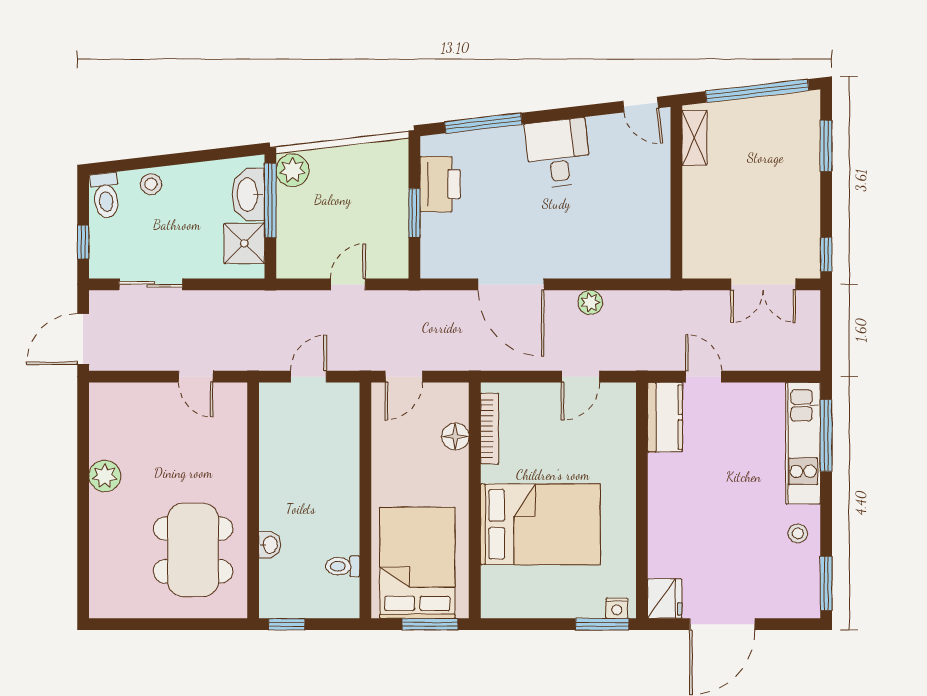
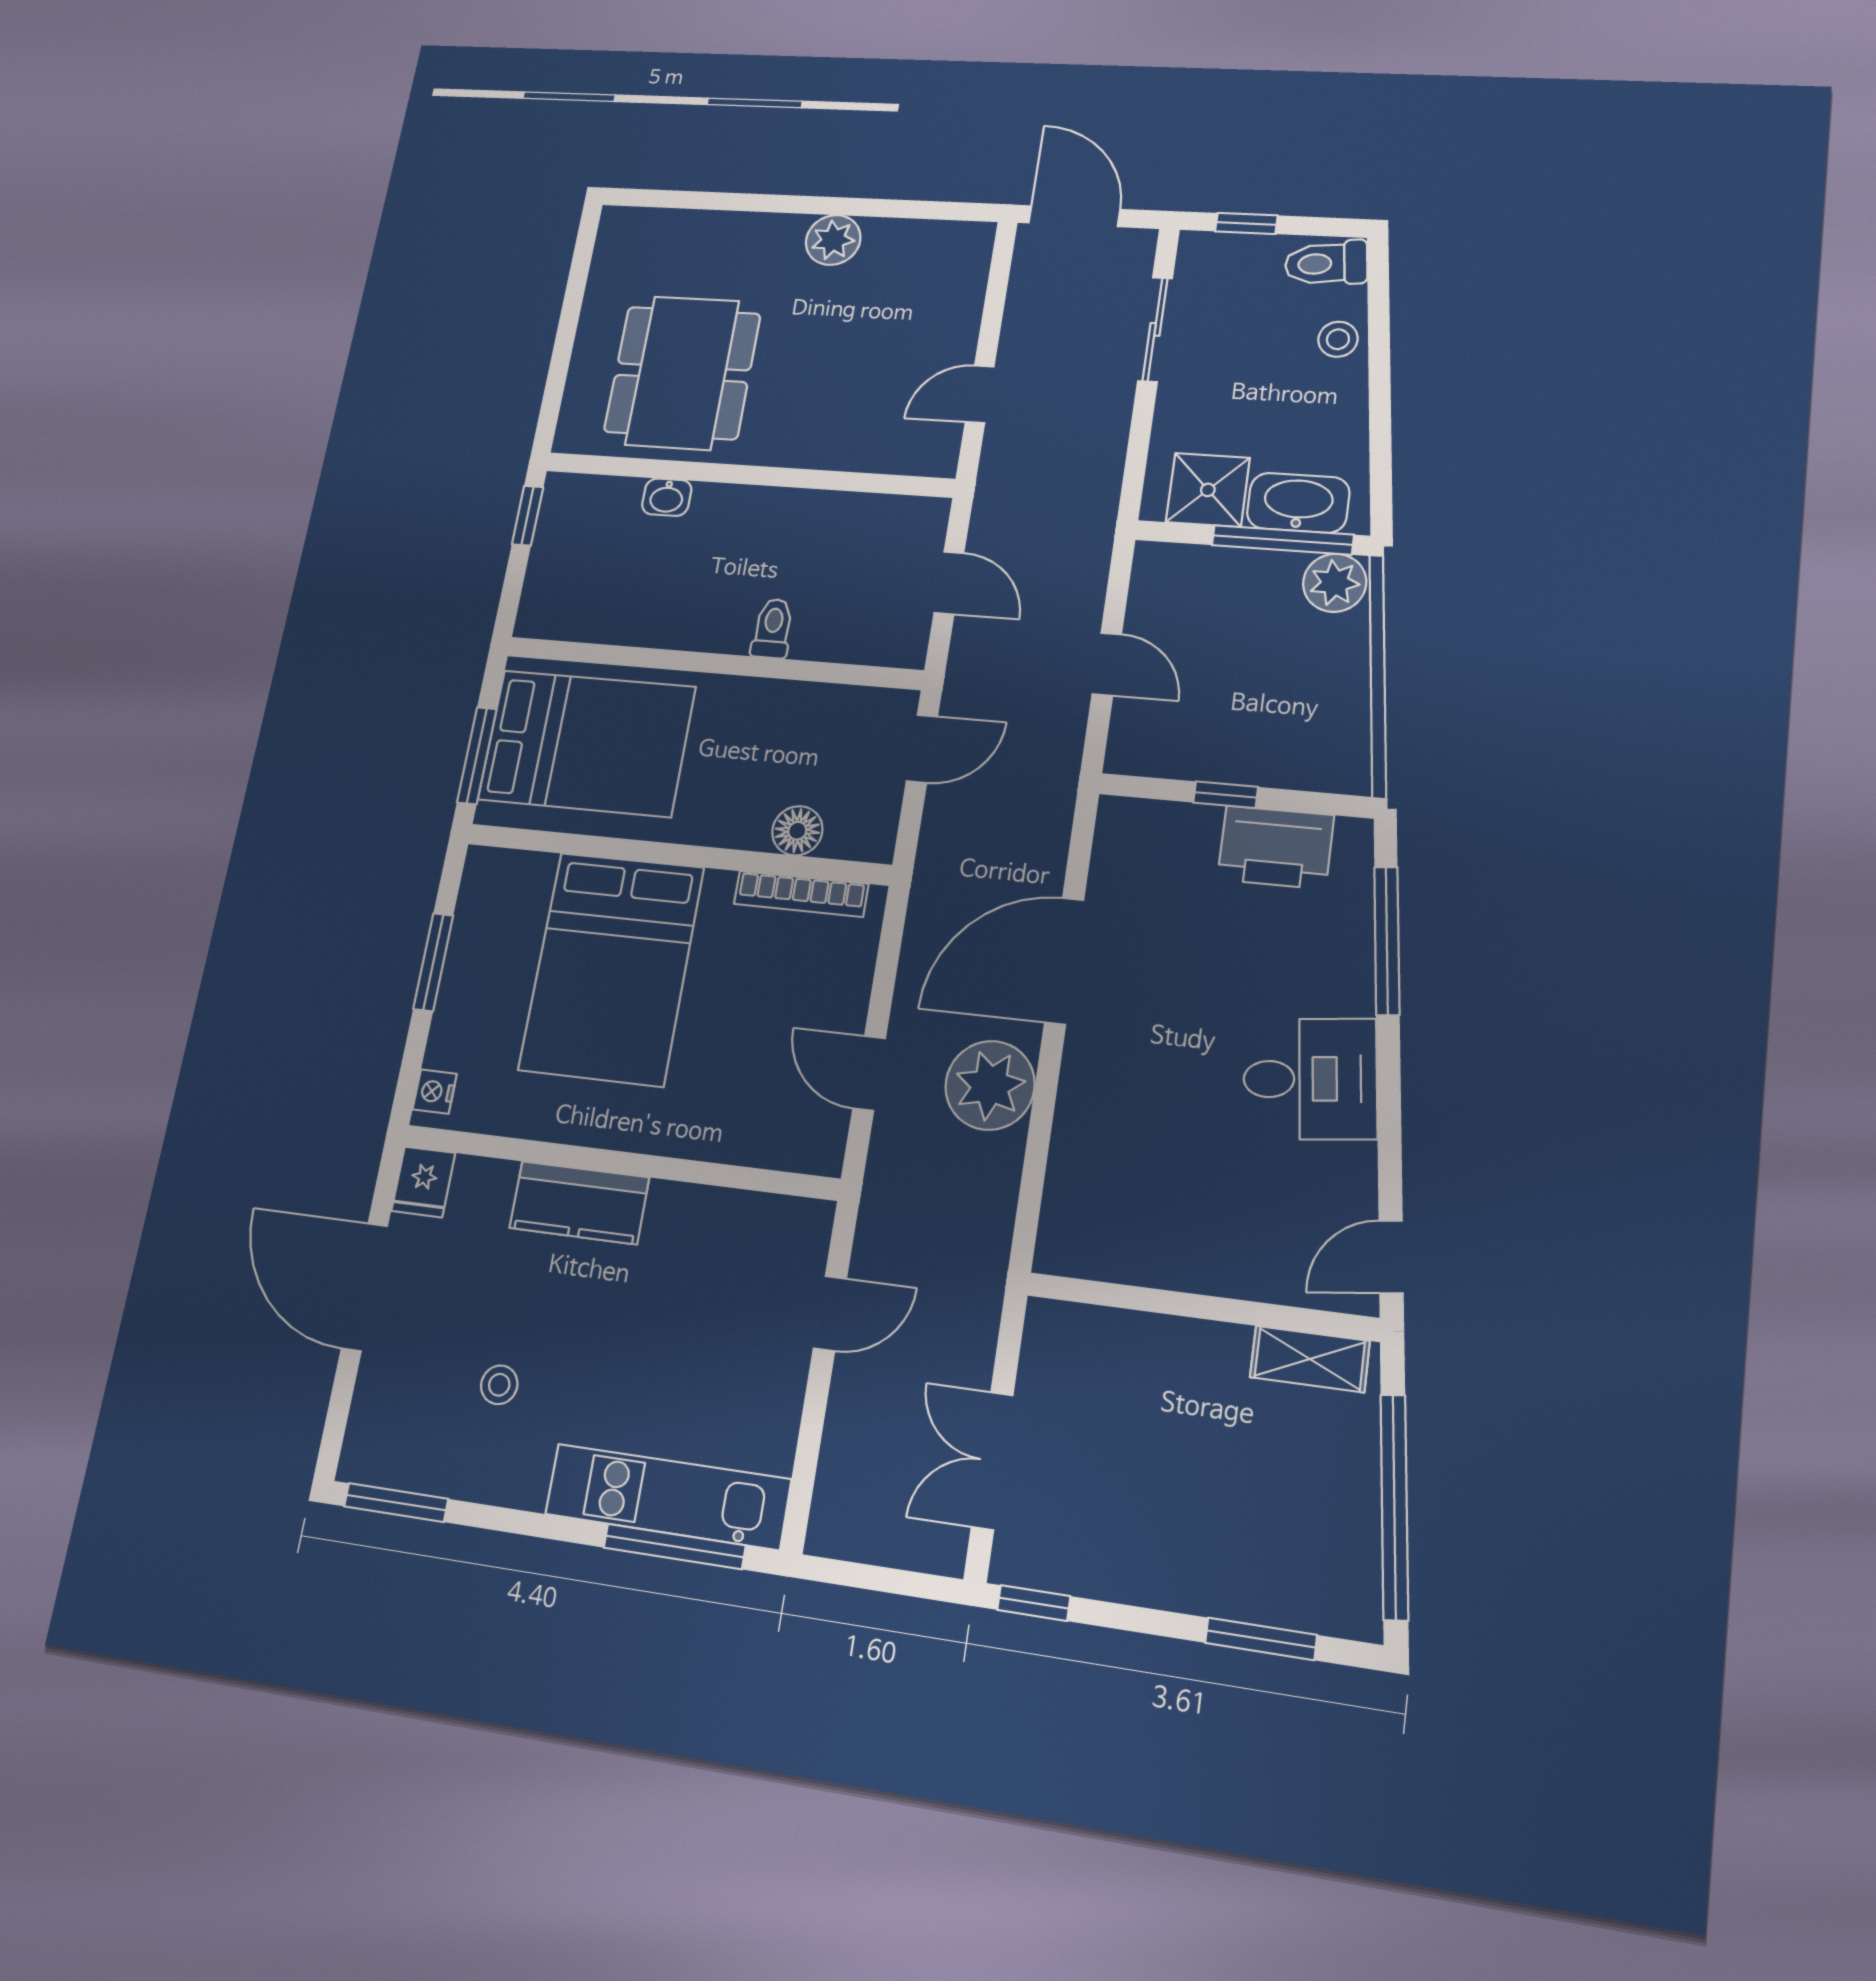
window: (414, 213) -> (1226, 795), width x0.67
plant: (590, 302) -> (990, 1085), width x1.88, depth x1.88
door: (404, 377) -> (922, 749), swing flipped
kitchen counter: (665, 417) -> (579, 1203), moved
stool: (798, 533) -> (499, 1385), moved
dining table: (193, 550) -> (682, 373), turned 90
toilet: (343, 566) -> (773, 628), moved
fridge: (665, 599) -> (423, 1182), width x0.72
window: (602, 624) -> (433, 962), moved

